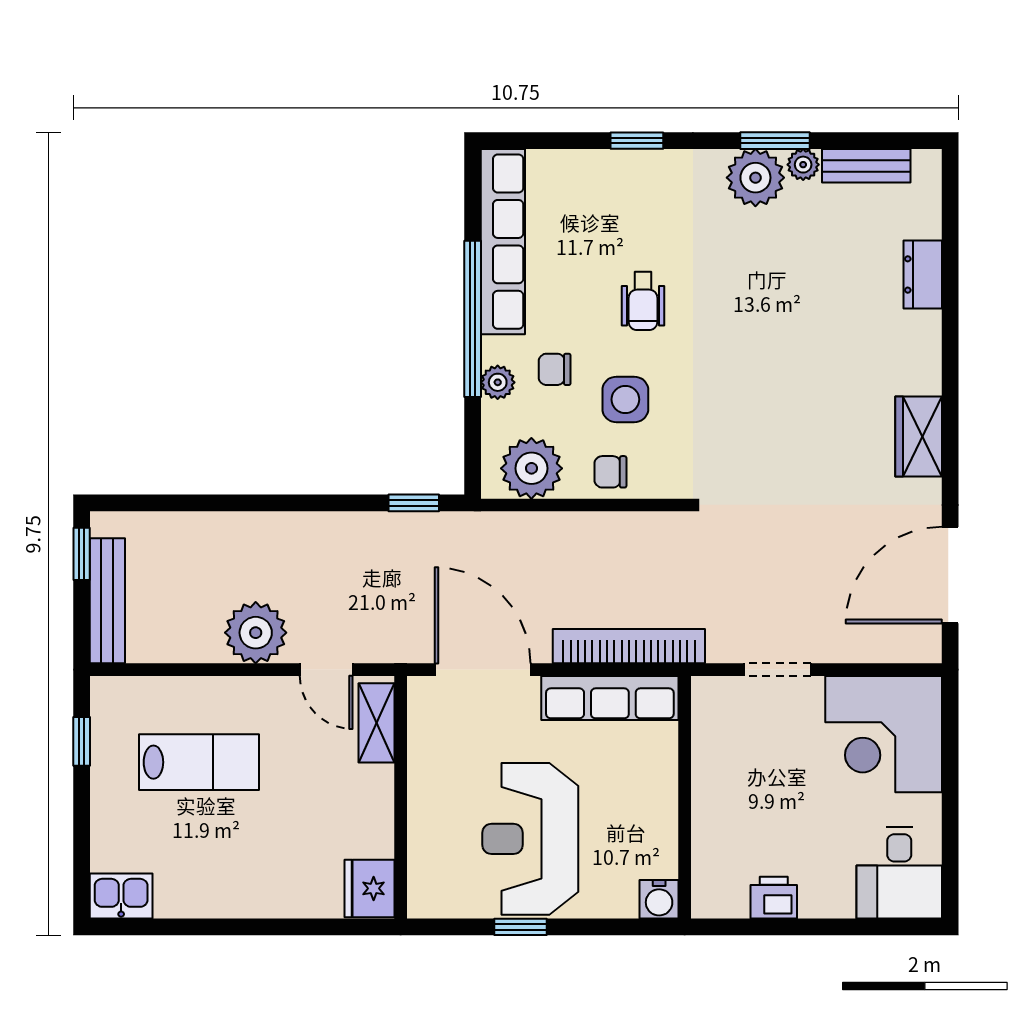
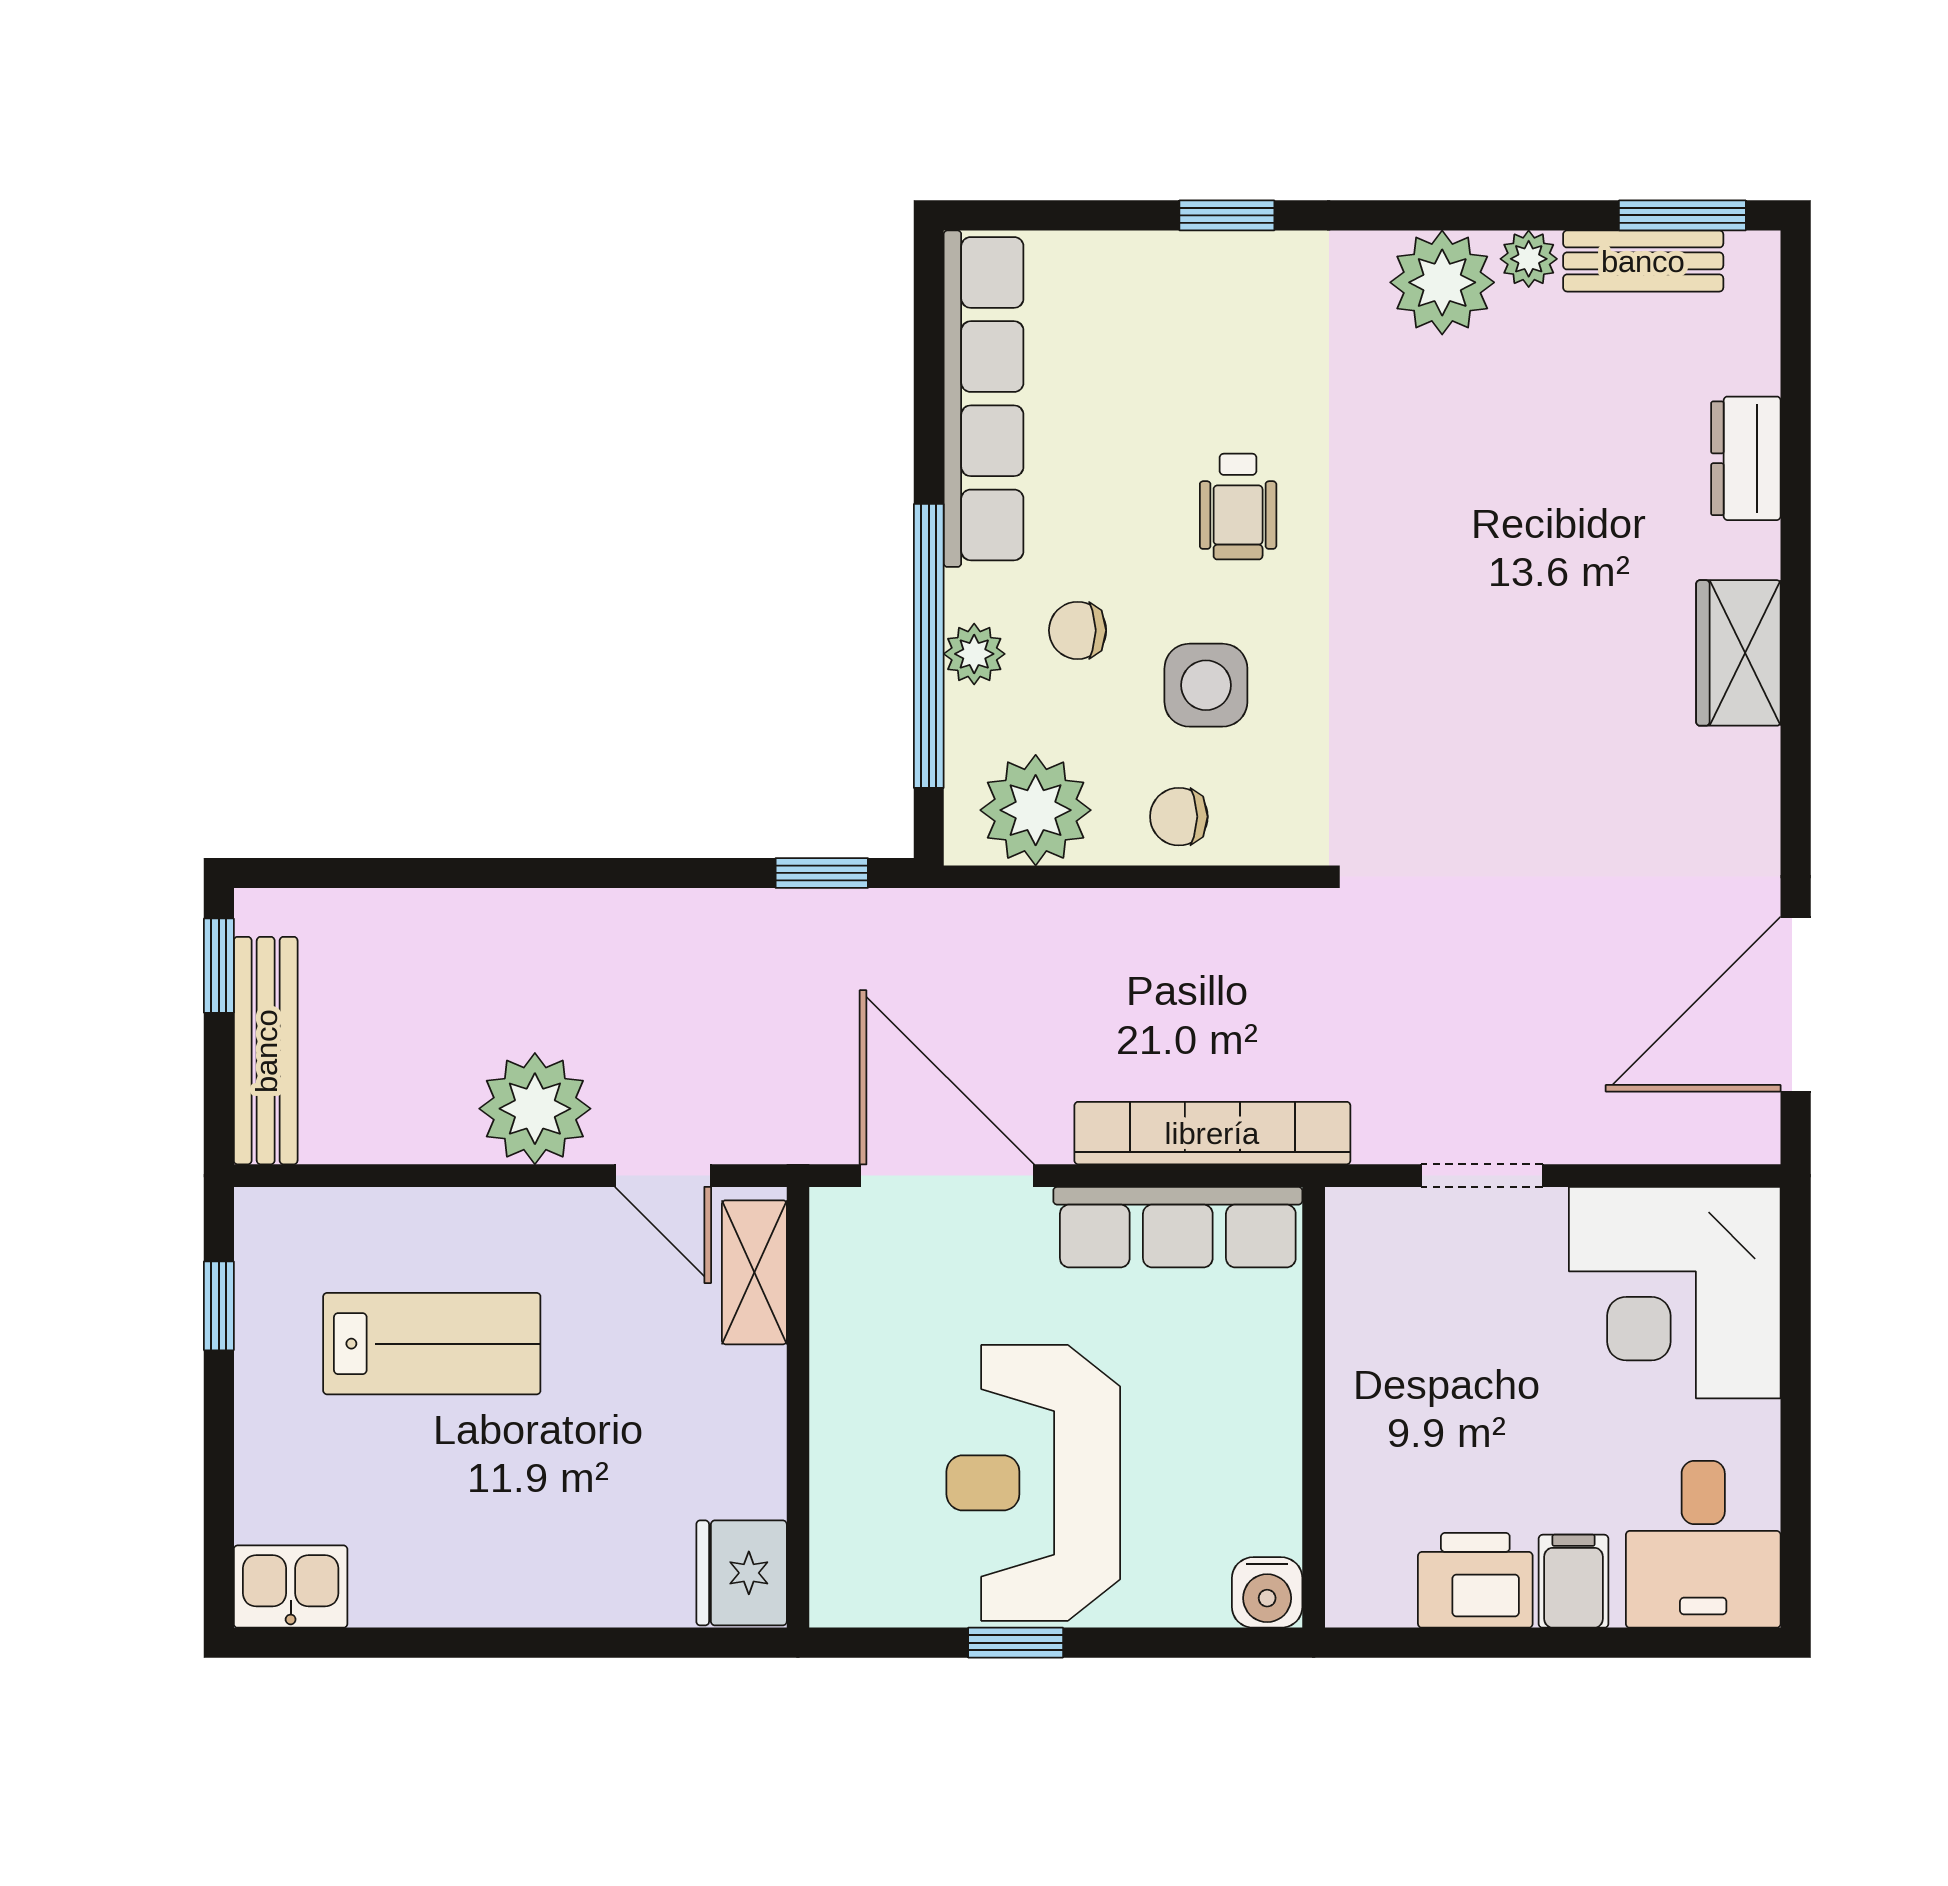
window: (775, 141) -> (1682, 215), moved
window: (473, 319) -> (929, 646), moved
wardrobe: (919, 437) -> (1738, 653), moved
filing cabinet: (828, 893) -> (1574, 1581), added
printer: (774, 898) -> (1475, 1580), width x1.36, depth x1.24

